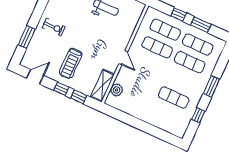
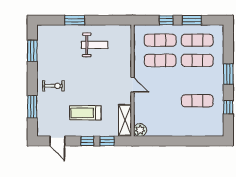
treadmill: (71, 63) -> (85, 113), turned 90
door: (35, 77) -> (57, 141), swing flipped
plant: (117, 90) -> (140, 130), moved

